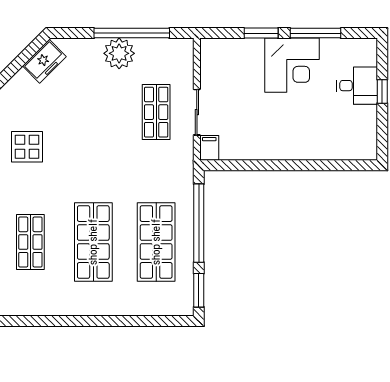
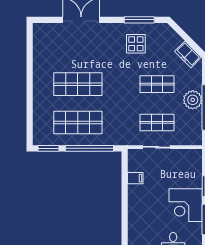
filing cabinet: (209, 148) -> (135, 178), moved
shop shelf: (30, 242) -> (157, 84), moved

